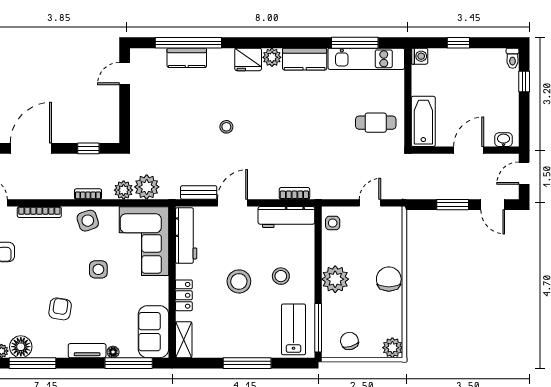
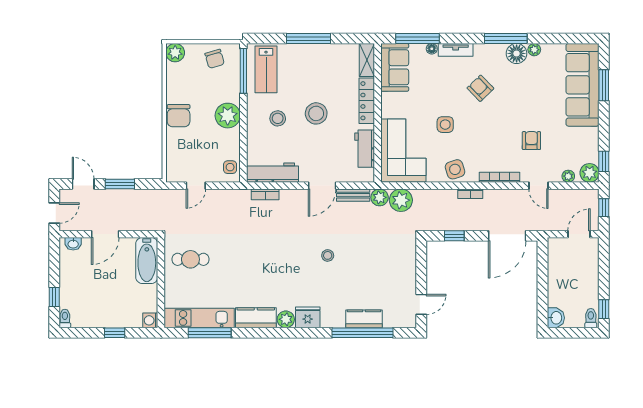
plant: (124, 190) -> (380, 197), moved
bookcase: (88, 194) -> (470, 194), moved
workbench: (186, 236) -> (365, 149), width x0.73
locker: (184, 295) -> (367, 101), width x1.53
armchair: (60, 309) -> (480, 88), turned 127

